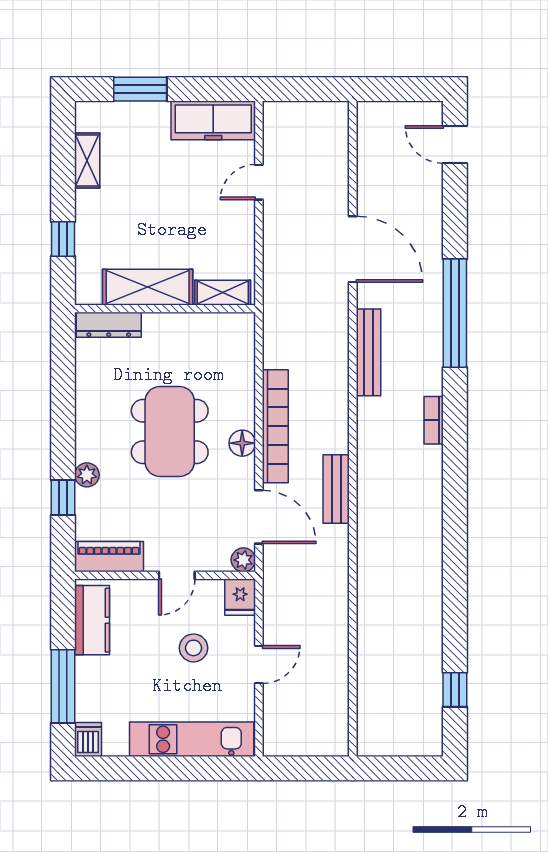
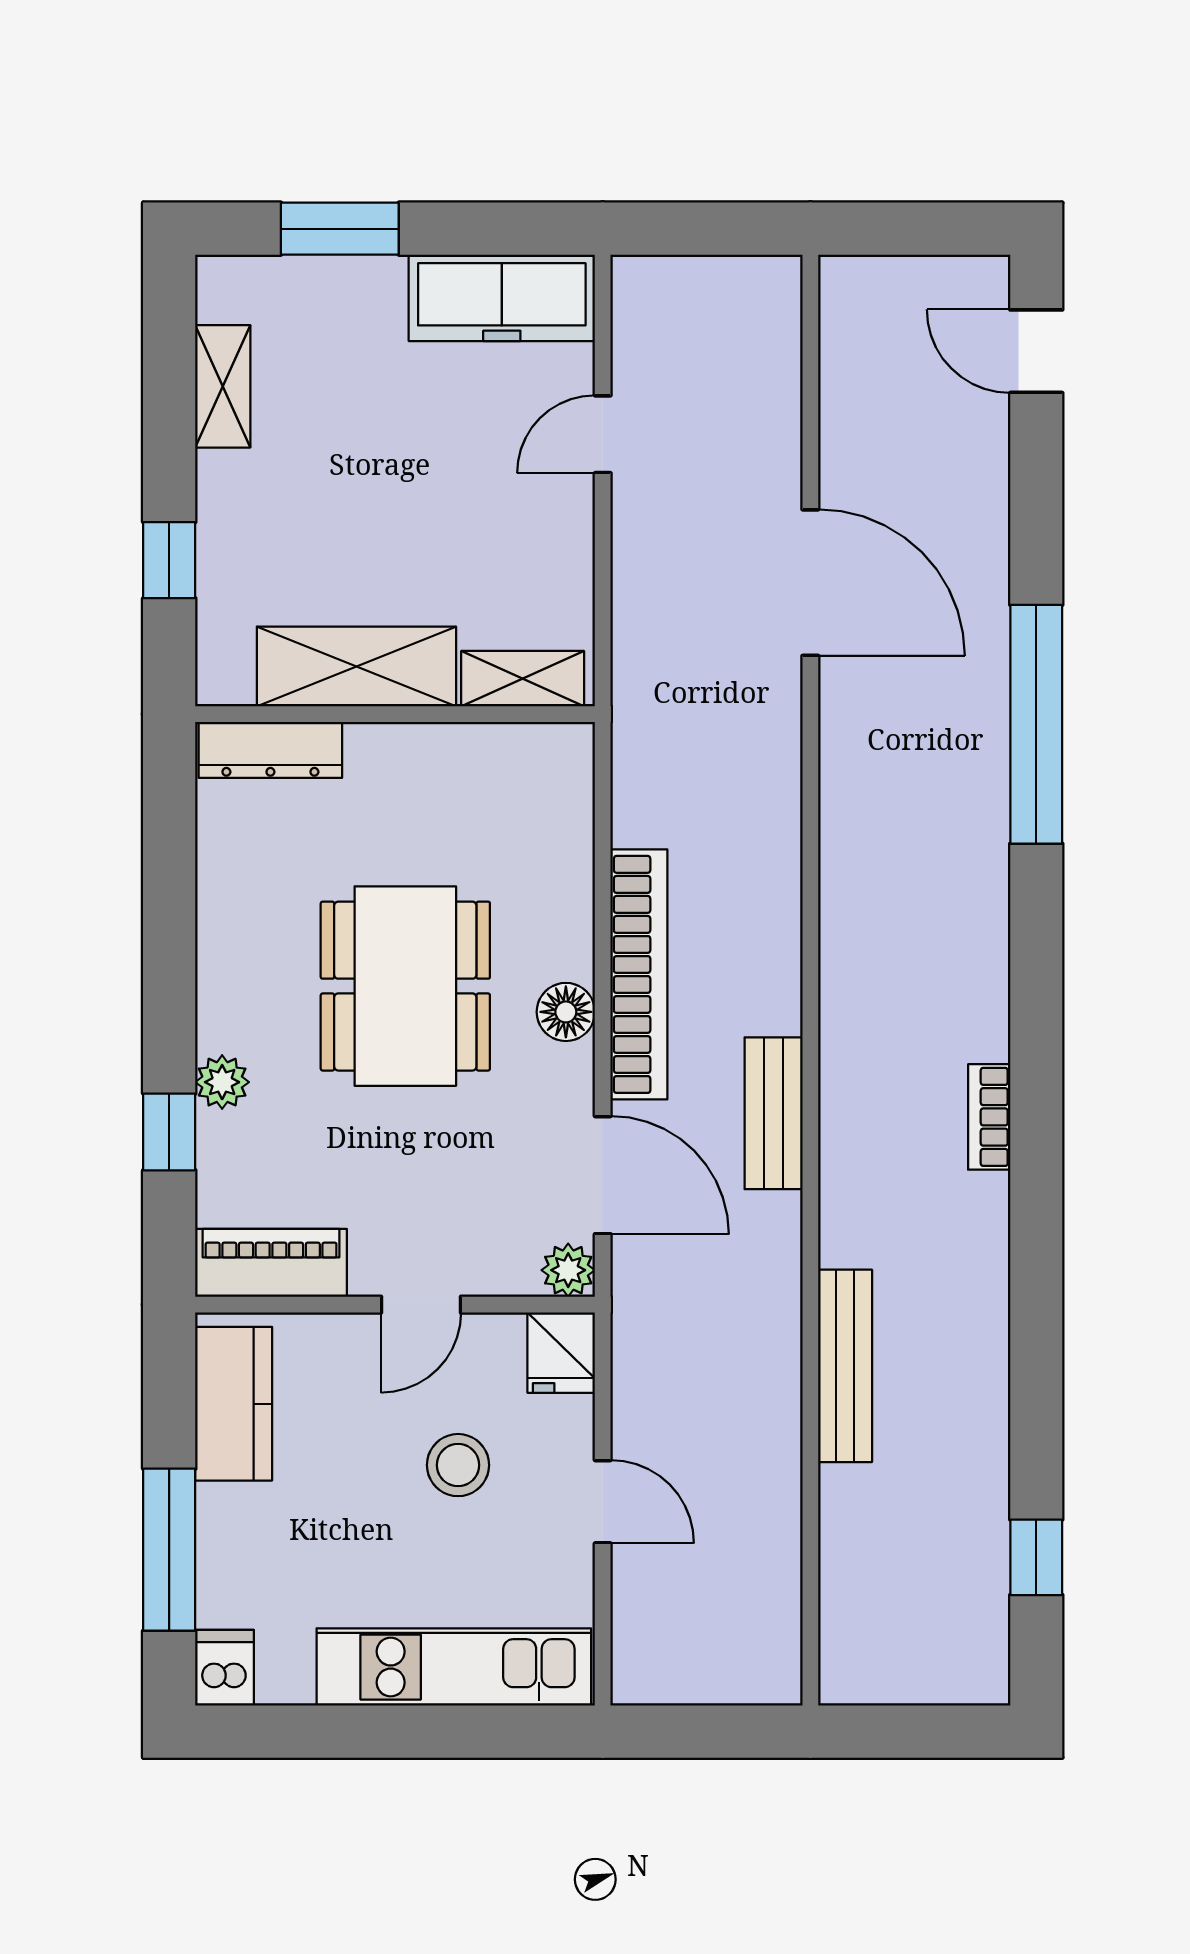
bench: (368, 352) -> (845, 1366), moved
bookcase: (434, 420) -> (989, 1117), moved
door: (259, 665) -> (603, 1502), hinge flipped

